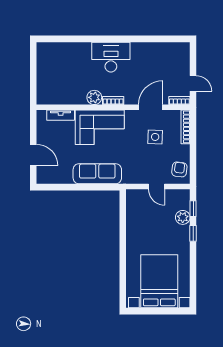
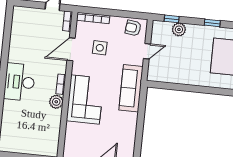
door: (151, 107) -> (71, 49), hinge flipped
tv unit: (61, 115) -> (70, 136), removed
sofa: (97, 174) -> (131, 88), moved
window: (193, 233) -> (212, 23), moved

